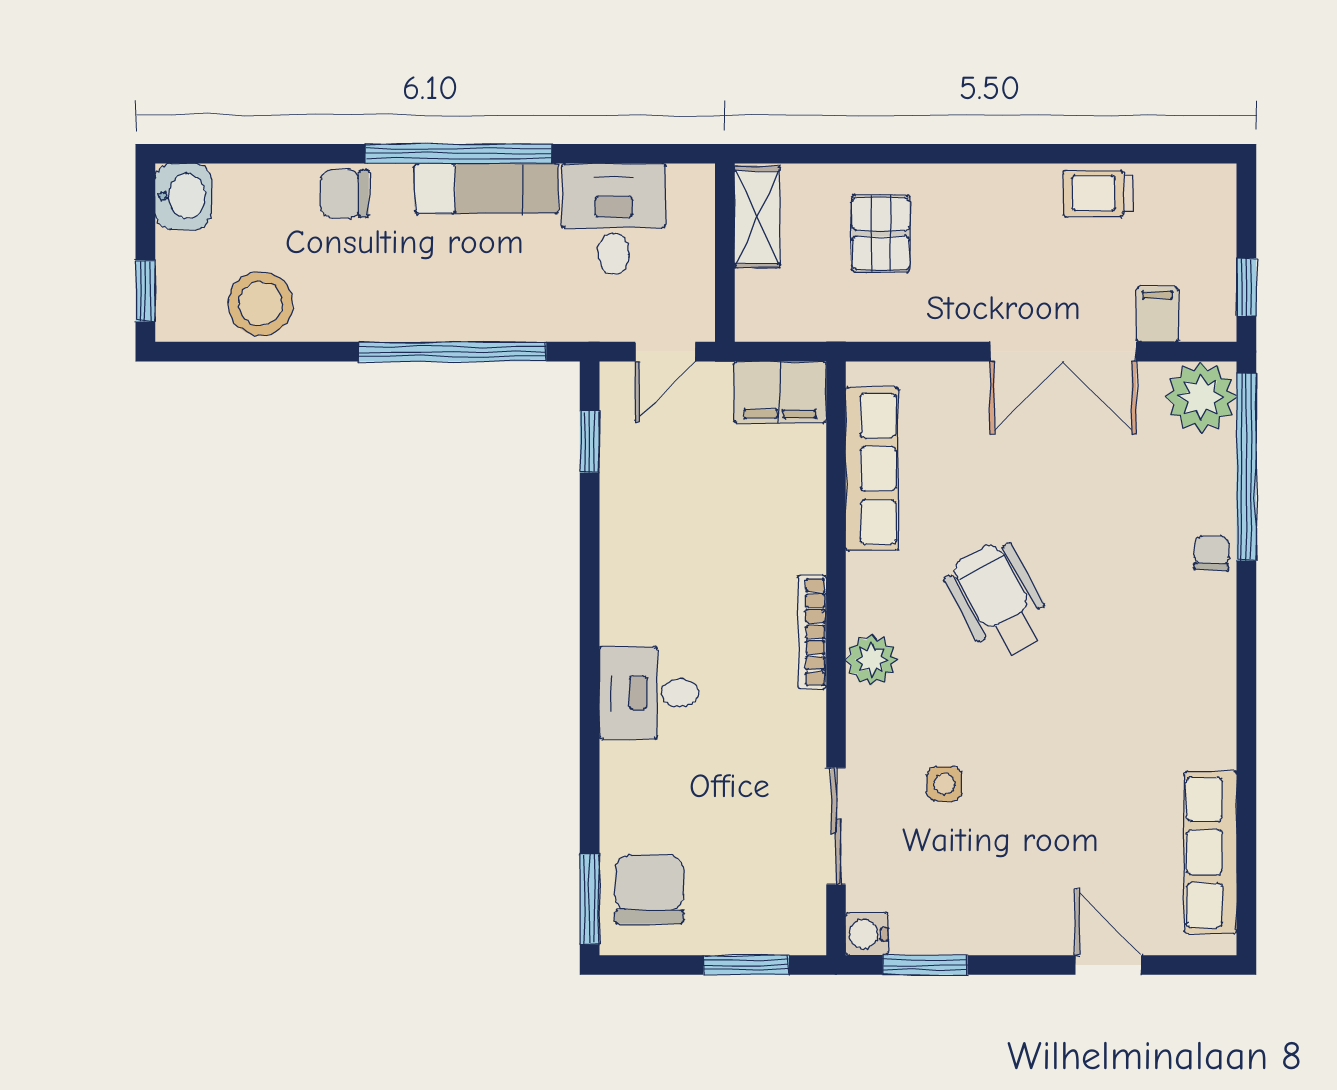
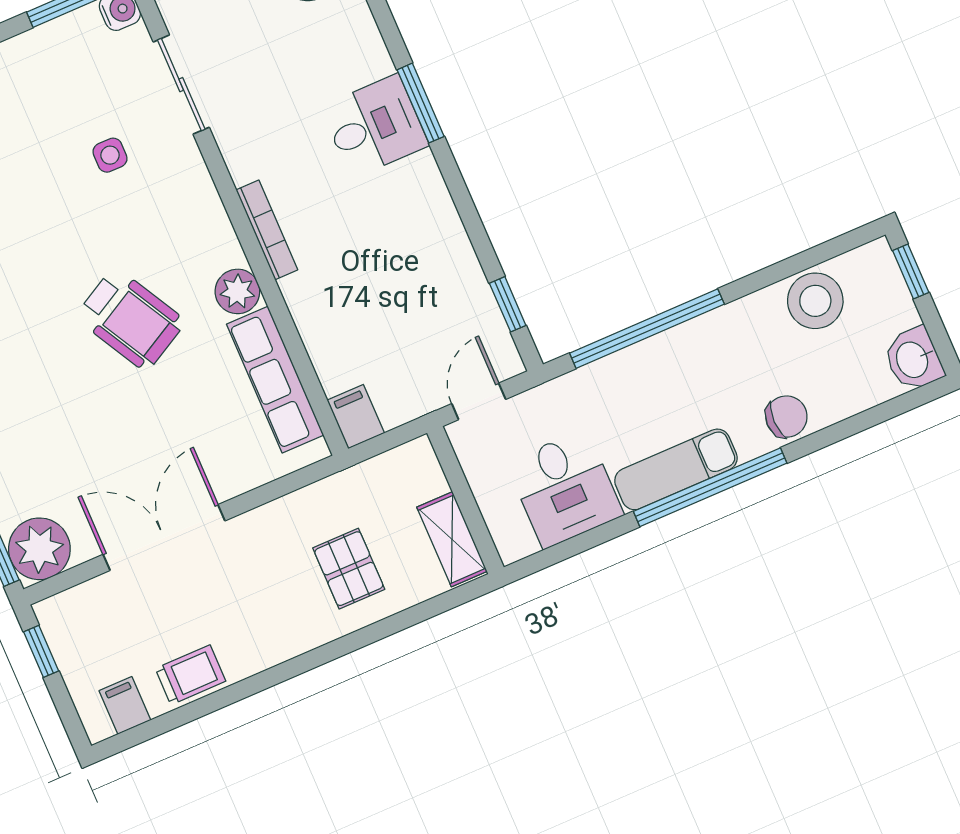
filing cabinet: (1158, 314) -> (125, 705), moved, turned 180
filing cabinet: (780, 392) -> (356, 417), width x0.50
plant: (871, 660) -> (237, 291), moved
window: (590, 696) -> (421, 103), added

